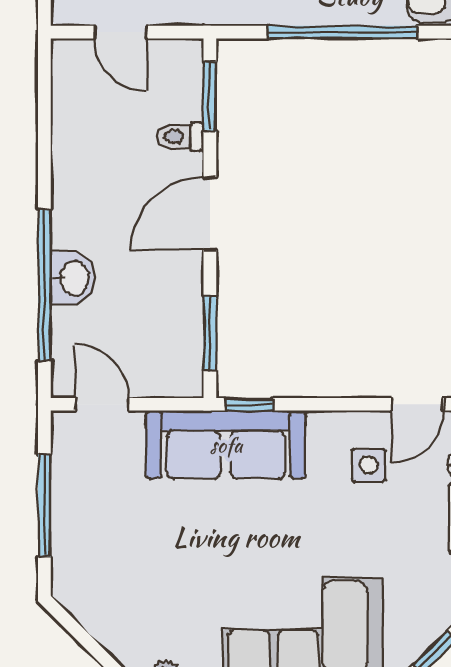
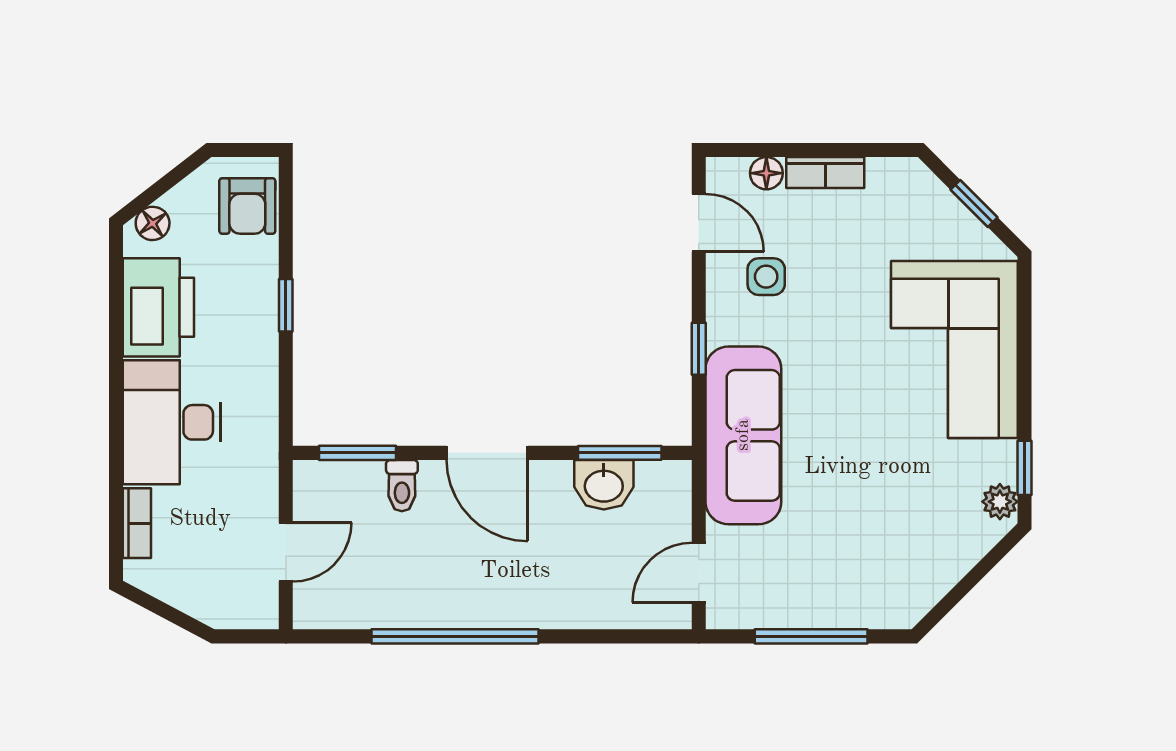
window: (343, 32) -> (286, 305), width x0.32
washbasin: (73, 278) -> (604, 485), moved, turned 180
window: (44, 285) -> (455, 636), moved
window: (249, 404) -> (699, 349), moved

